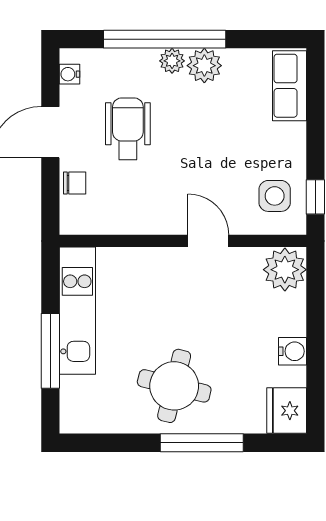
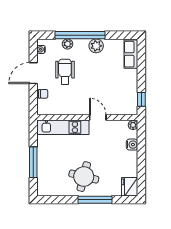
plant: (172, 61) -> (67, 44), moved
side table: (275, 196) -> (125, 99), removed
plant: (285, 270) -> (133, 125), width x0.53, depth x0.53
kitchen unit: (77, 311) -> (63, 127), moved, turned 90
water cooler: (292, 351) -> (132, 145), moved

